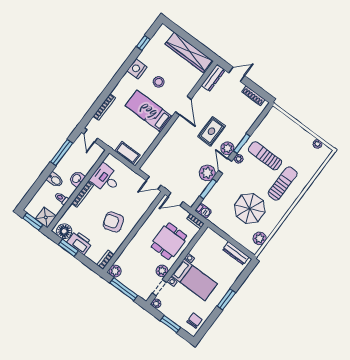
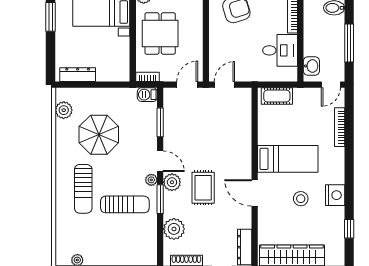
door: (91, 136) -> (331, 85), swing flipped
plant: (207, 173) -> (174, 229), moved
washbasin: (77, 179) -> (311, 66), moved

